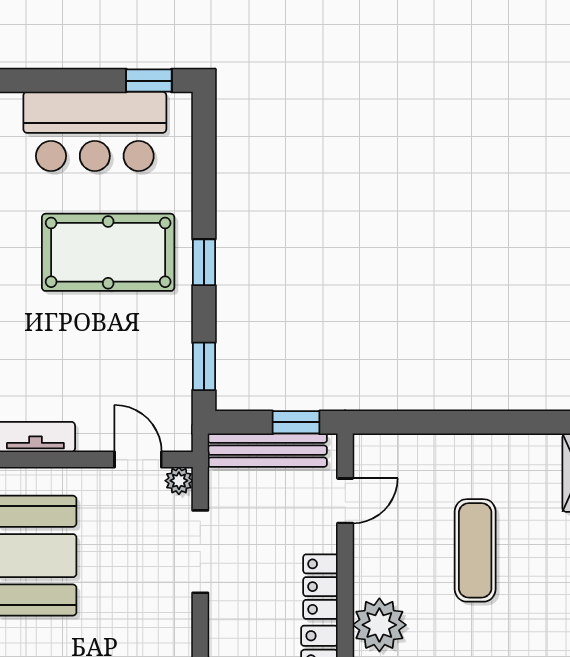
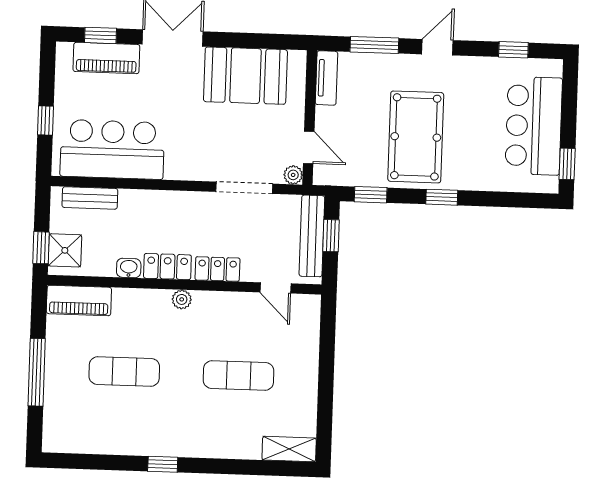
pool table: (108, 252) -> (416, 137), moved
window: (296, 422) -> (331, 236), moved
door: (138, 459) -> (309, 147), hinge flipped
plant: (379, 625) -> (182, 299), width x0.53, depth x0.53

